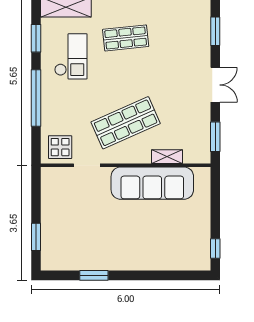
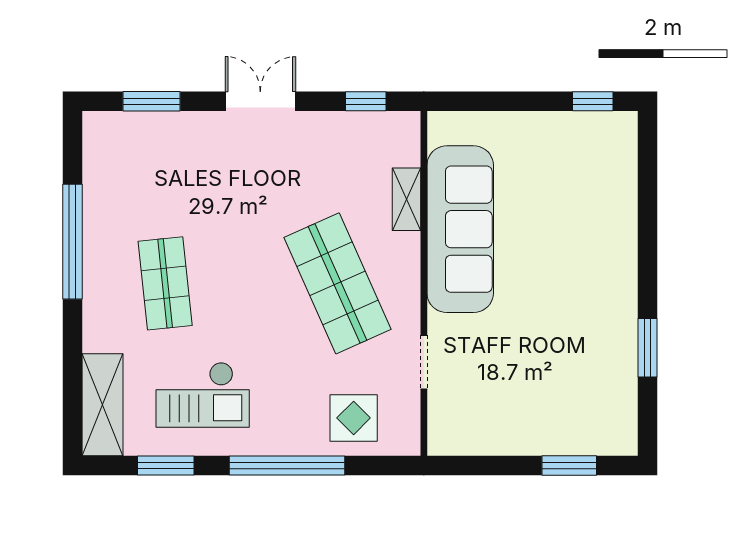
checkout: (71, 56) -> (203, 395), turned 180
window: (215, 137) -> (366, 101), width x0.67
display table: (60, 147) -> (354, 418), moved

